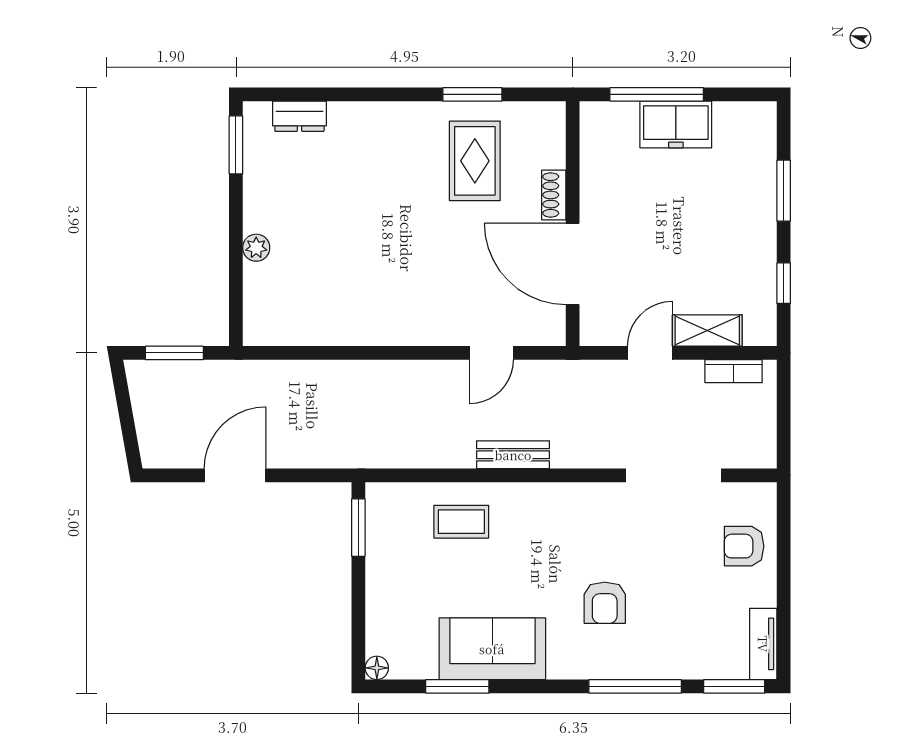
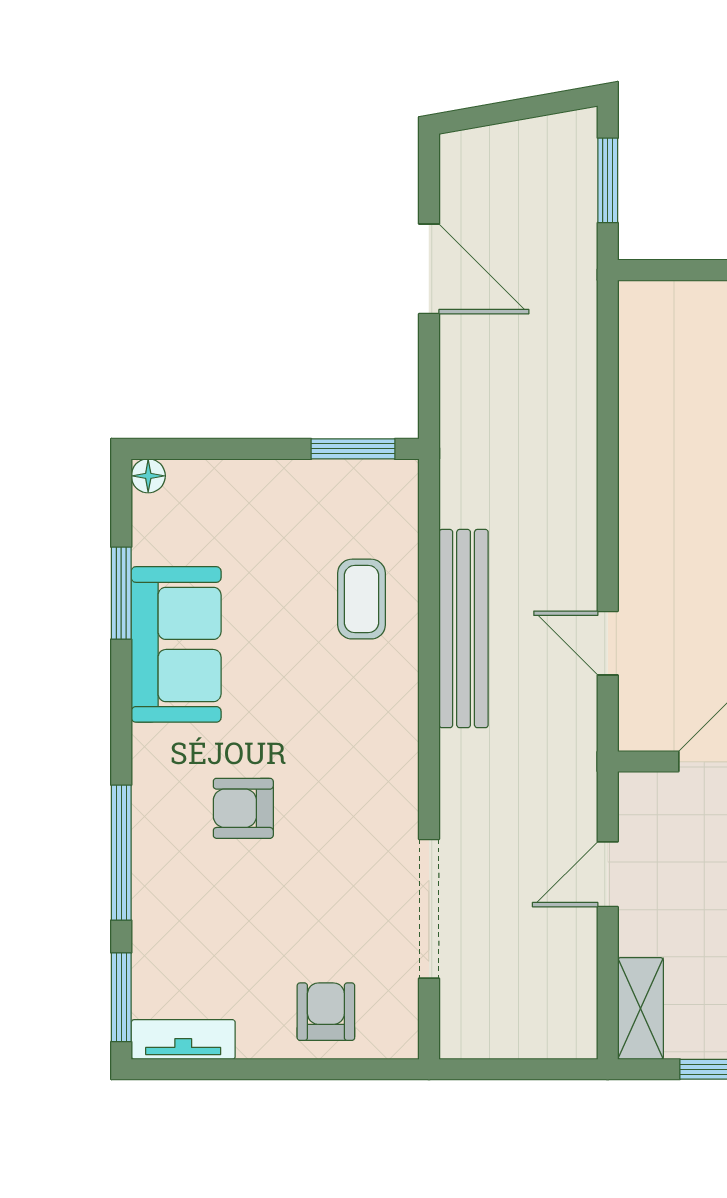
shelving: (707, 330) -> (641, 1008), moved
door: (650, 353) -> (608, 874), swing flipped
bookcase: (734, 371) -> (581, 996), removed
bench: (513, 455) -> (464, 629), width x1.86, depth x1.21

